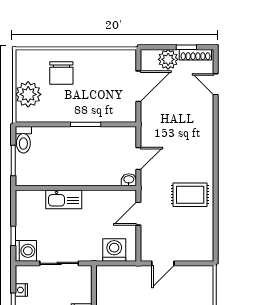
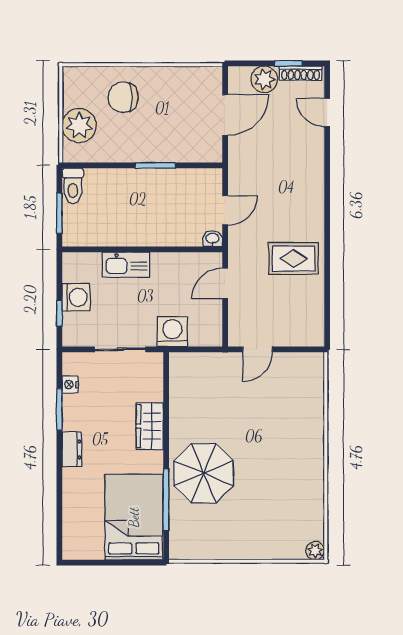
chair: (61, 73) -> (123, 97), turned 90
washing machine: (114, 250) -> (172, 332), moved
washing machine: (26, 251) -> (76, 297), moved

